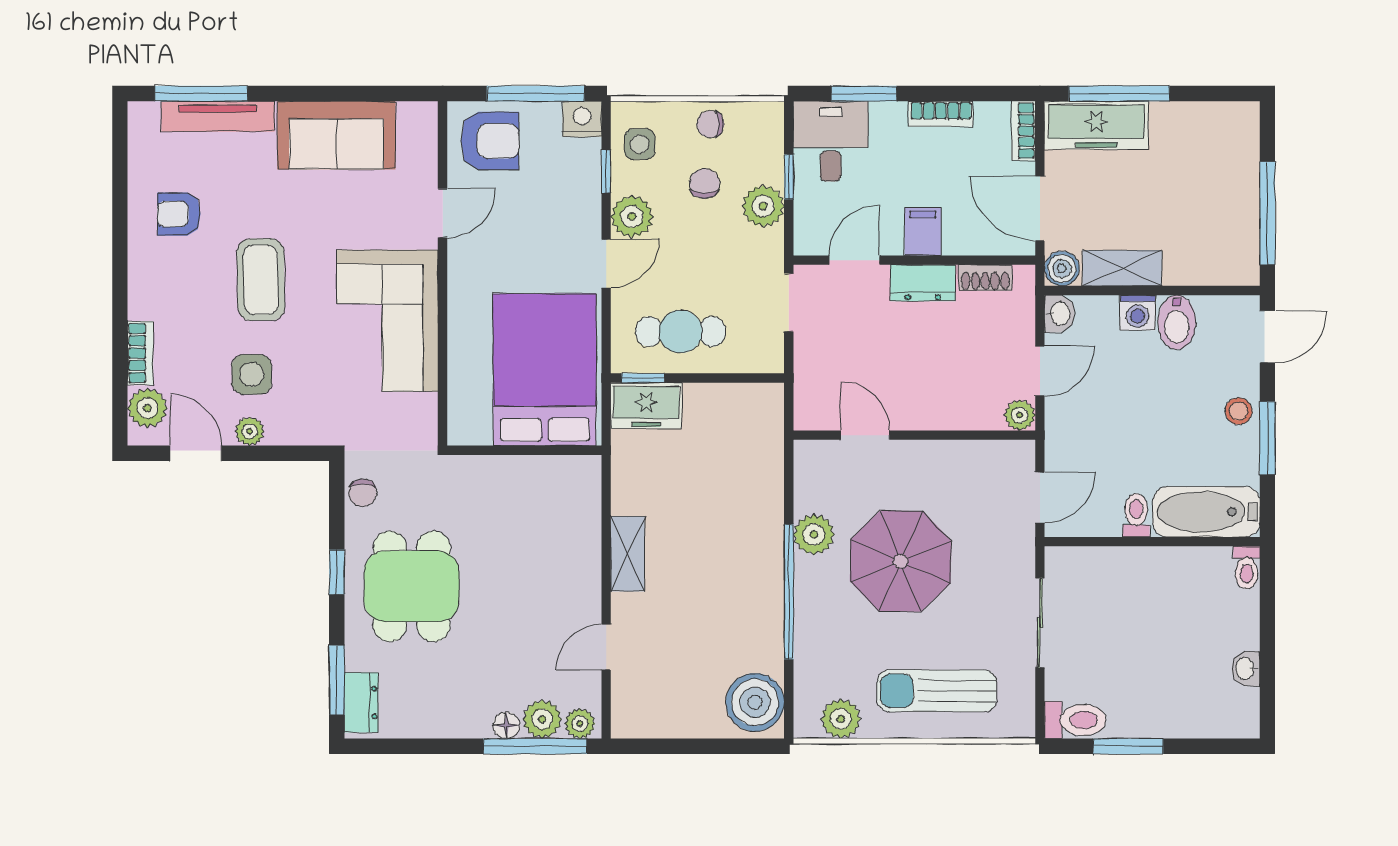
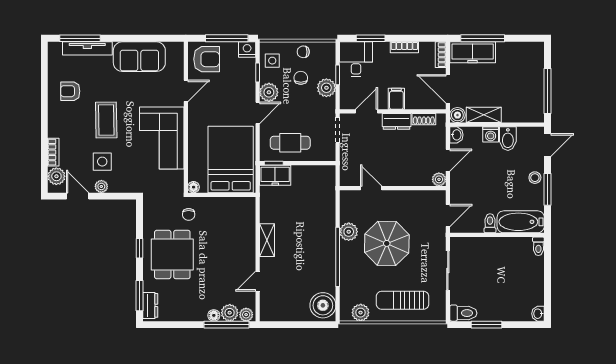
floor lamp: (460, 433) -> (194, 187), added
chair: (363, 493) -> (189, 214), moved
washbasin: (1246, 669) -> (538, 314), moved

